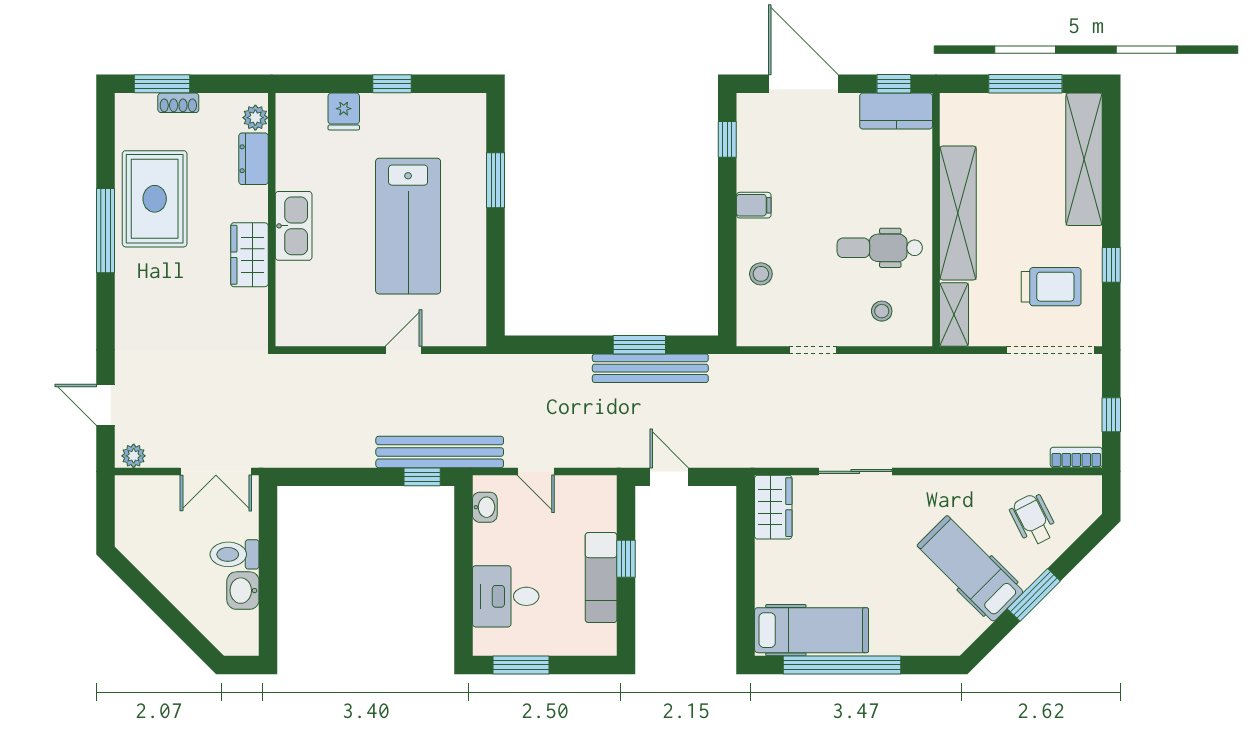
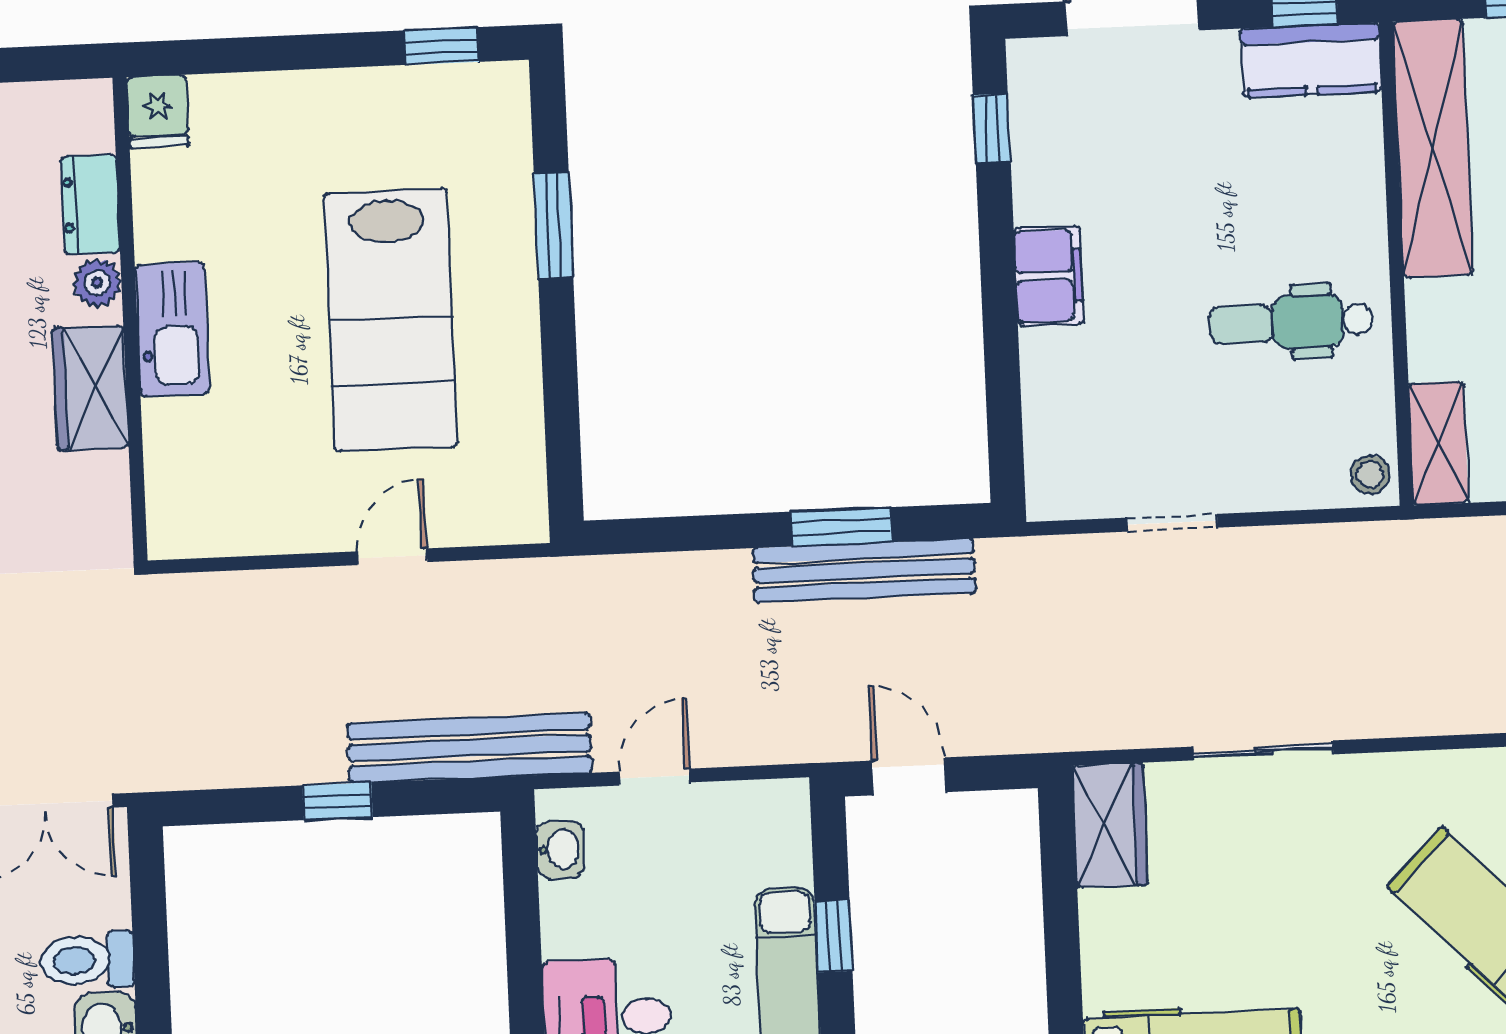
window: (392, 84) -> (442, 46), moved
fridge: (344, 112) -> (158, 111), moved
plant: (255, 118) -> (97, 283), moved
filing cabinet: (754, 205) -> (1049, 276), width x2.00
shelving: (958, 213) -> (1433, 148), moved
stool: (761, 274) -> (1067, 382), removed
stool: (882, 311) -> (1370, 474), moved
door: (536, 471) -> (654, 777), swing flipped
window: (422, 477) -> (338, 801), moved

